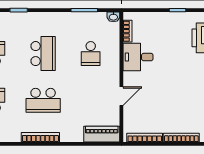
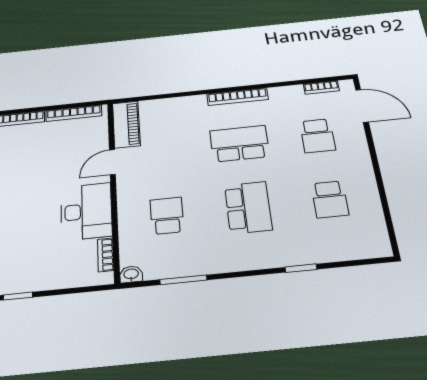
school desk: (43, 54) -> (248, 207), turned 180
desk: (138, 57) -> (86, 211), width x1.37
piano: (102, 134) -> (126, 124), moved, turned -90

